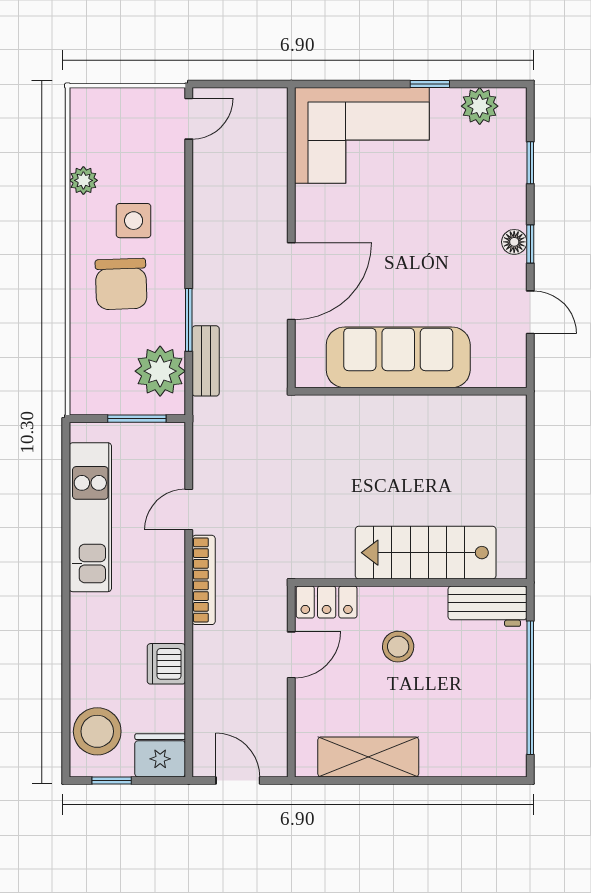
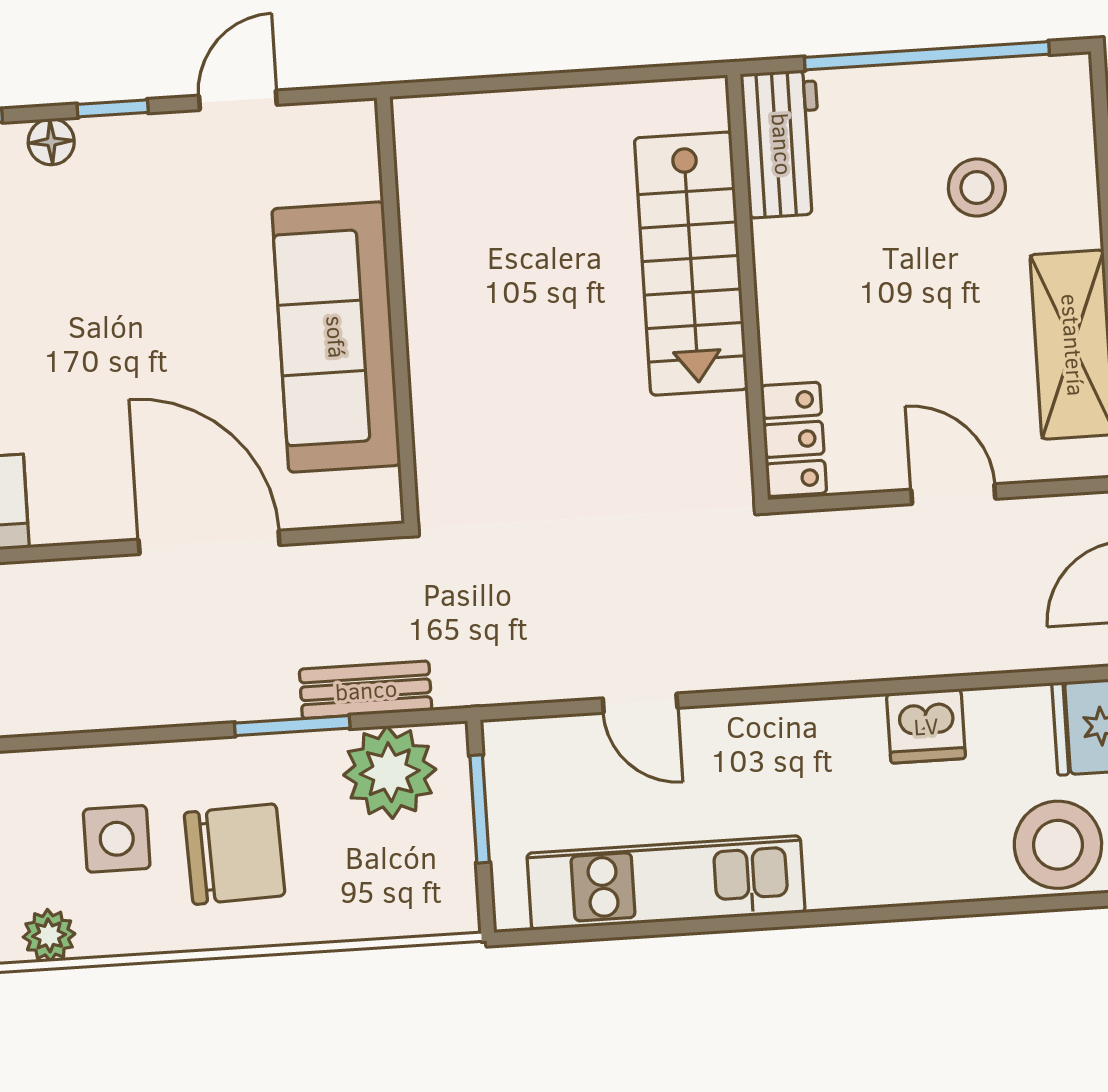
floor lamp: (514, 242) -> (51, 142), moved
bookcase: (204, 580) -> (768, 668), removed
stool: (398, 647) -> (977, 187), moved
door: (291, 655) -> (953, 494), moved

